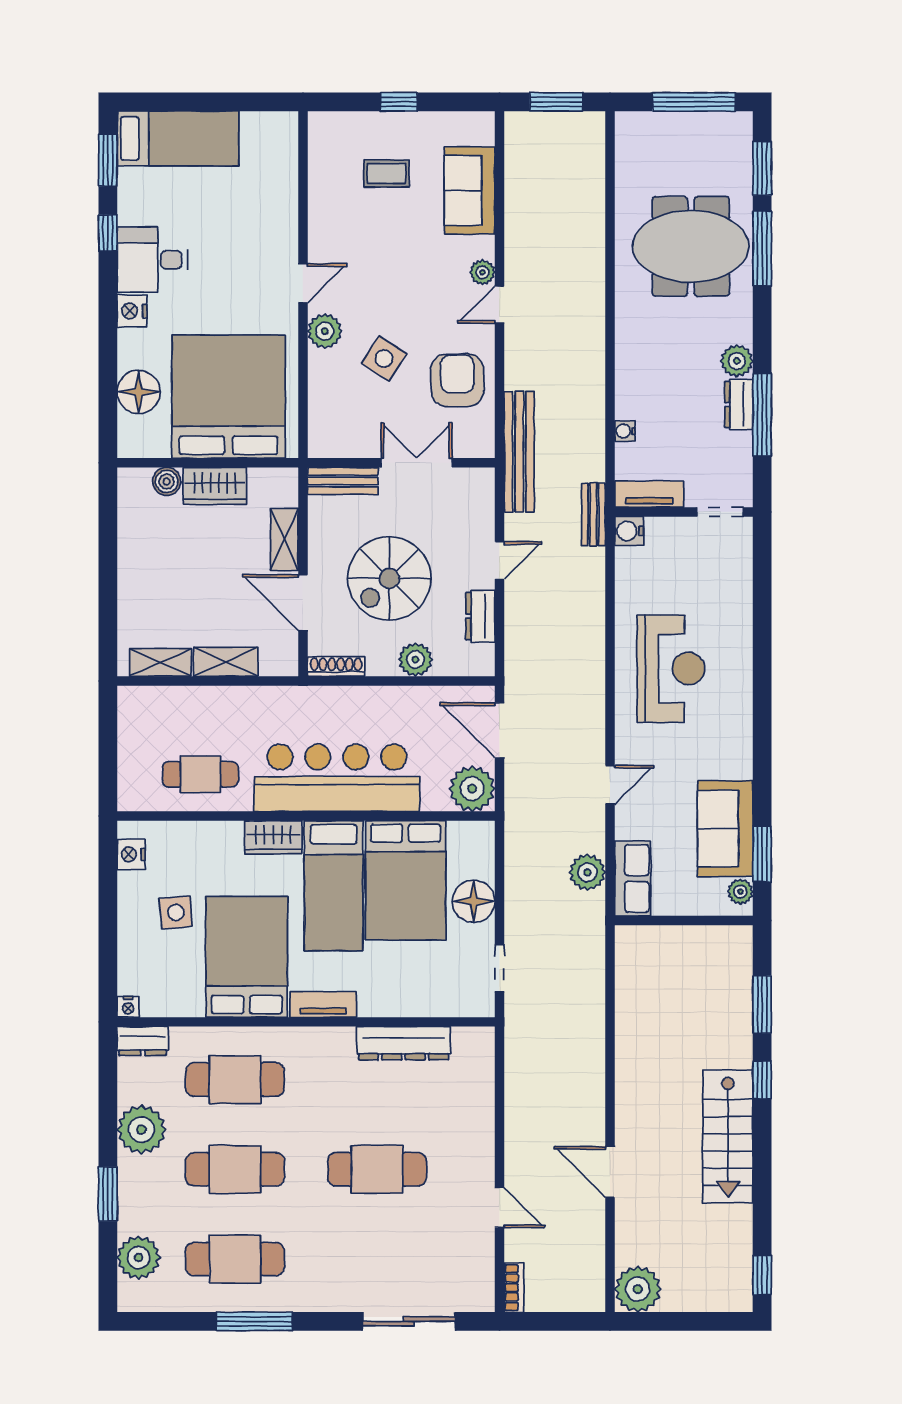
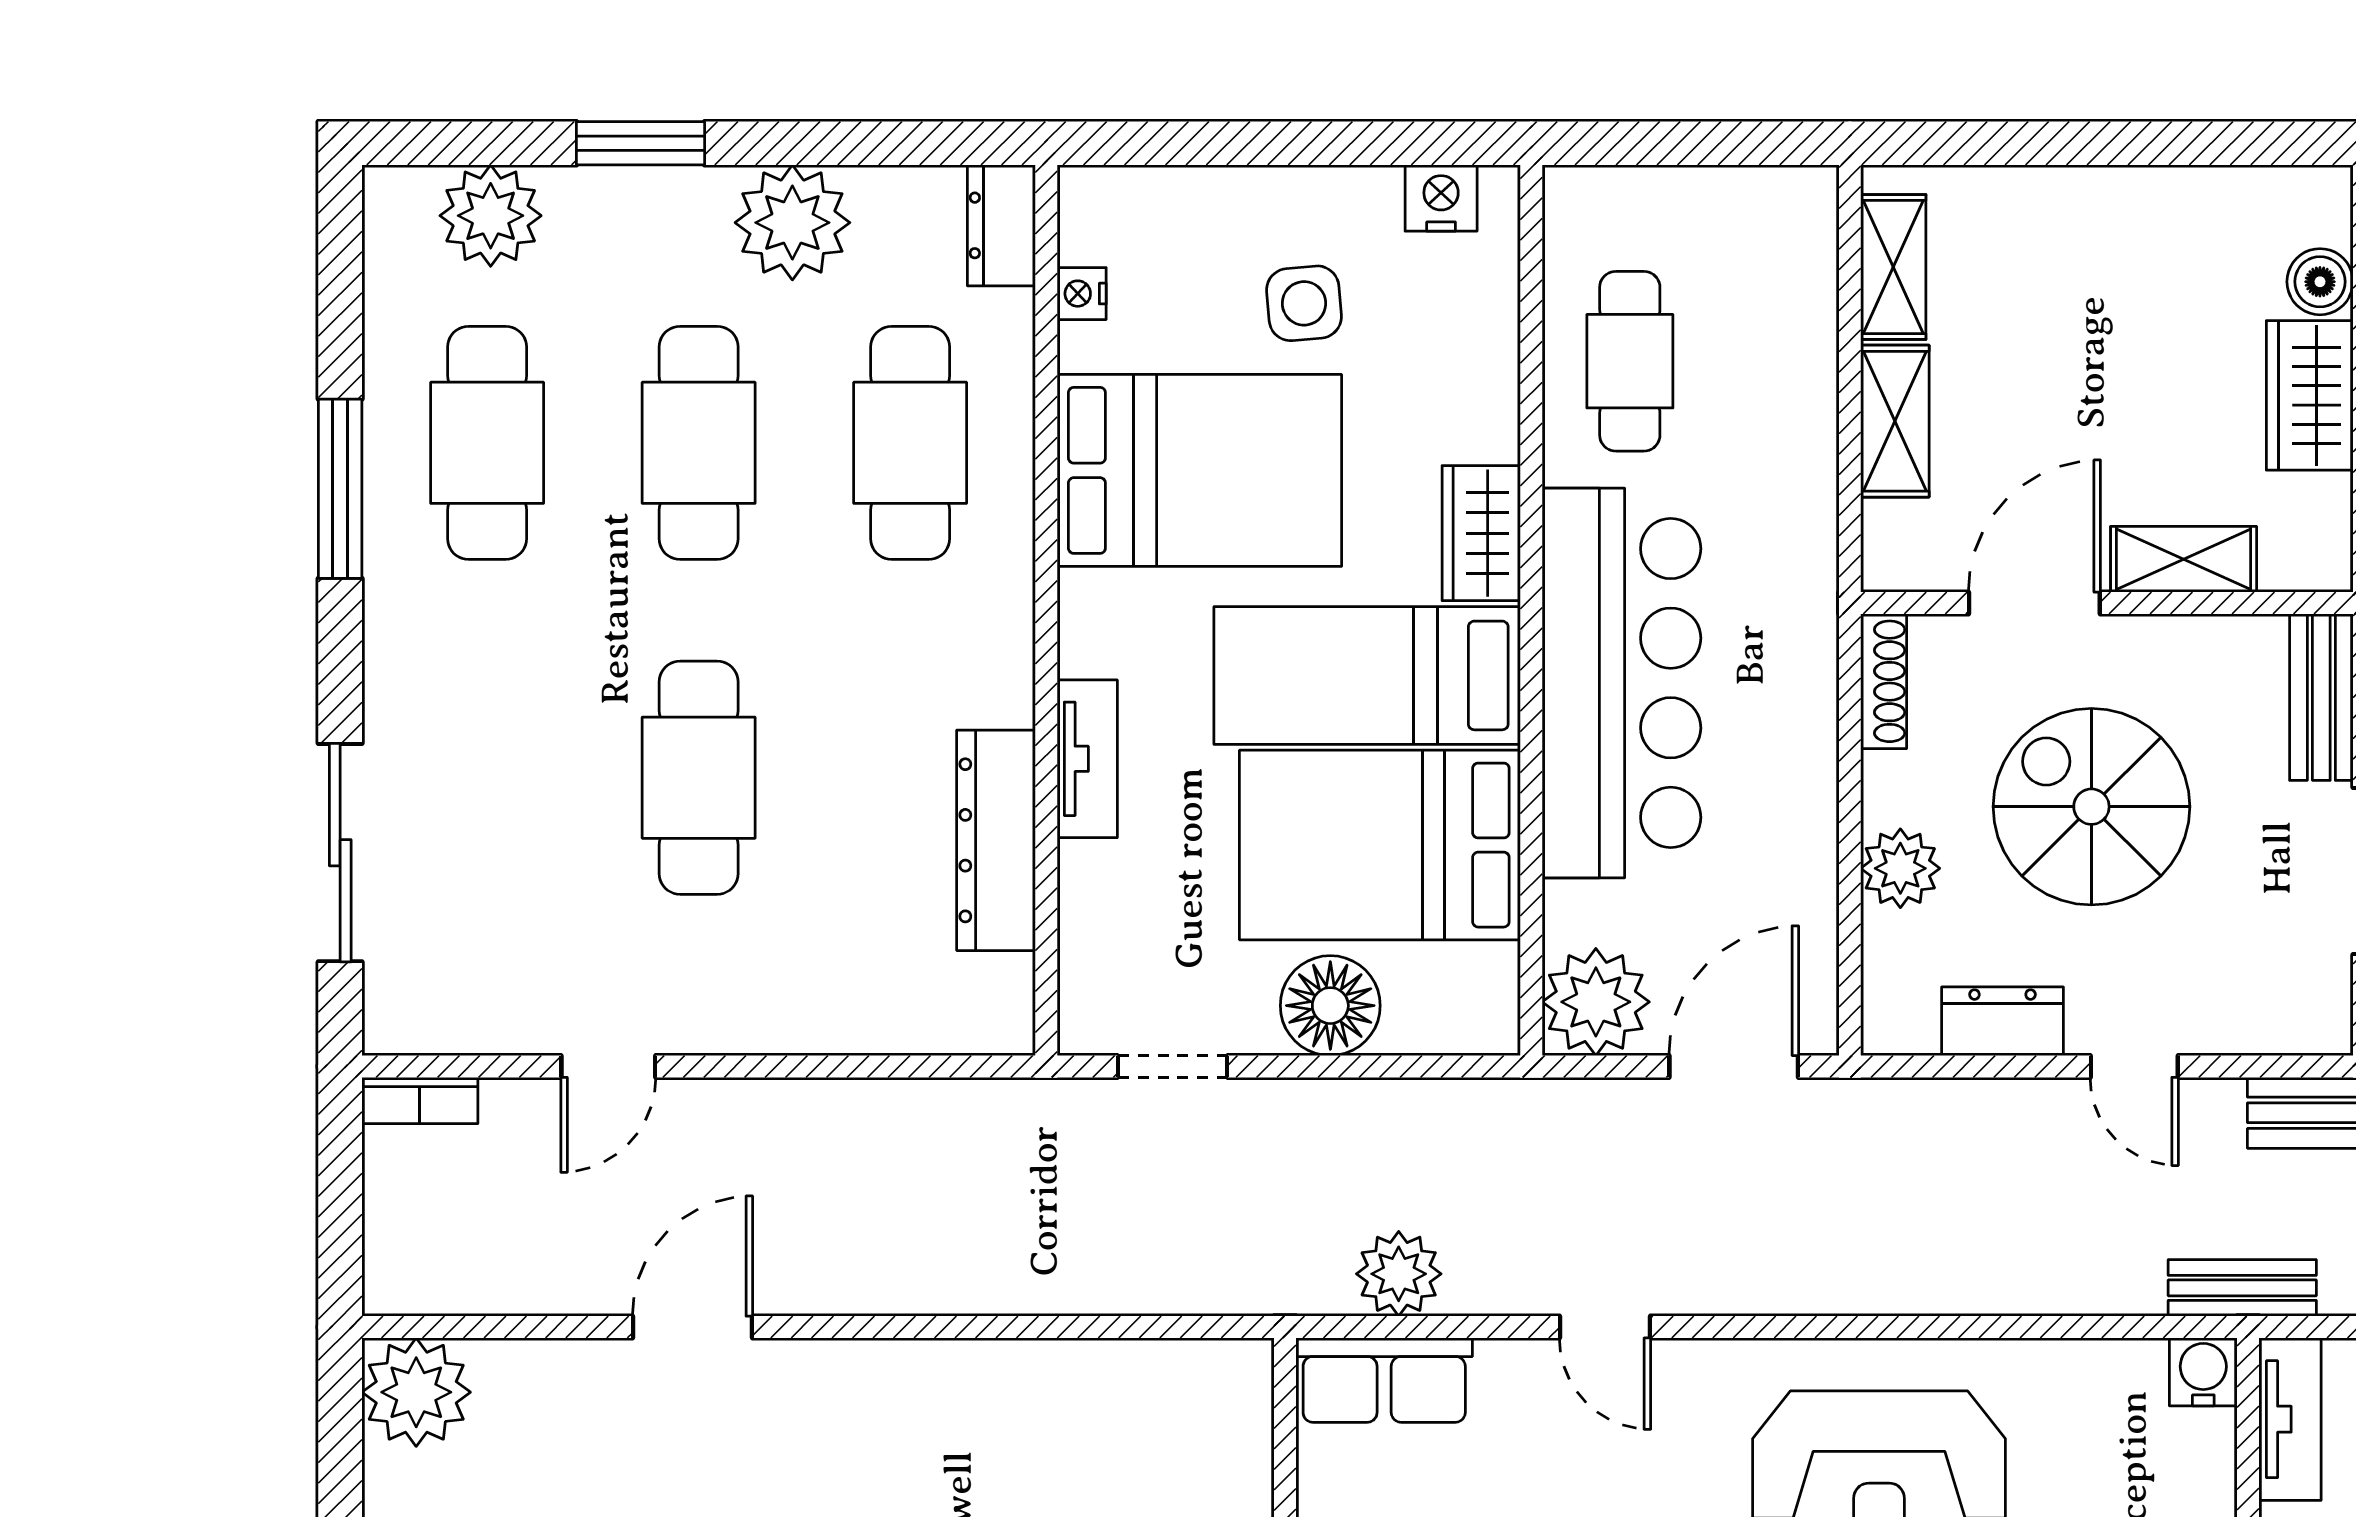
tv unit: (323, 1004) -> (1087, 759), moved
nightstand: (128, 1007) -> (1082, 294), moved

